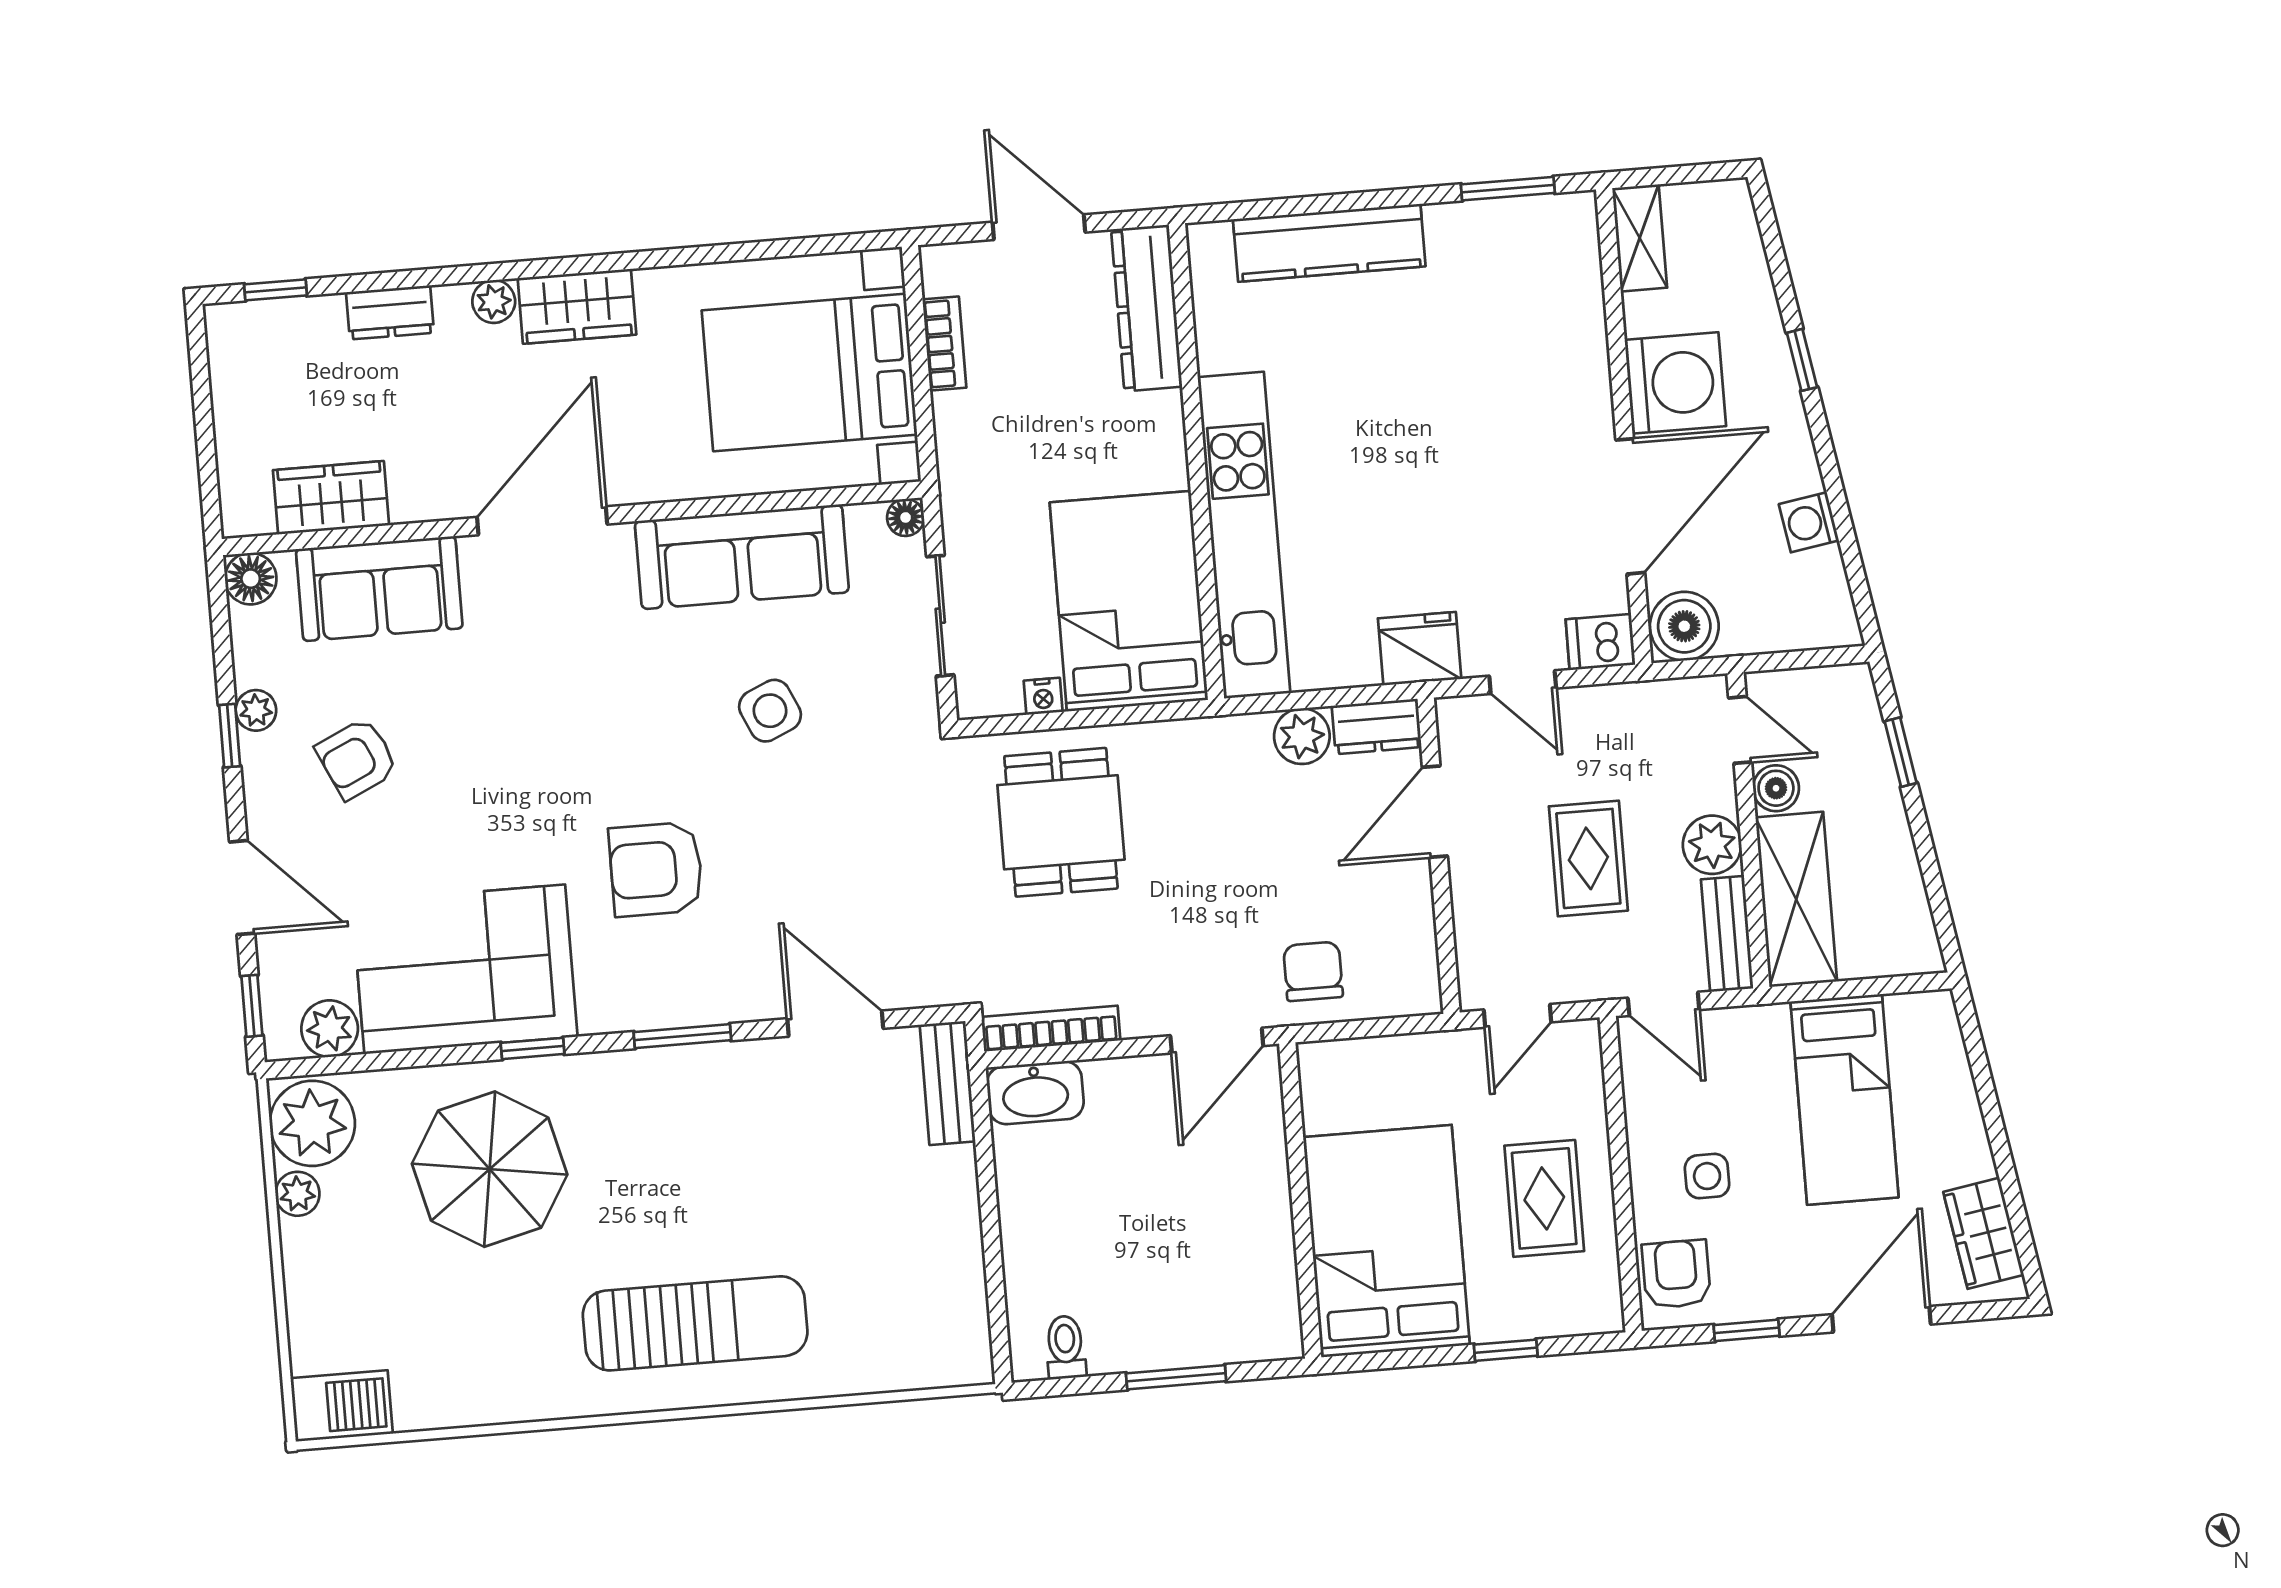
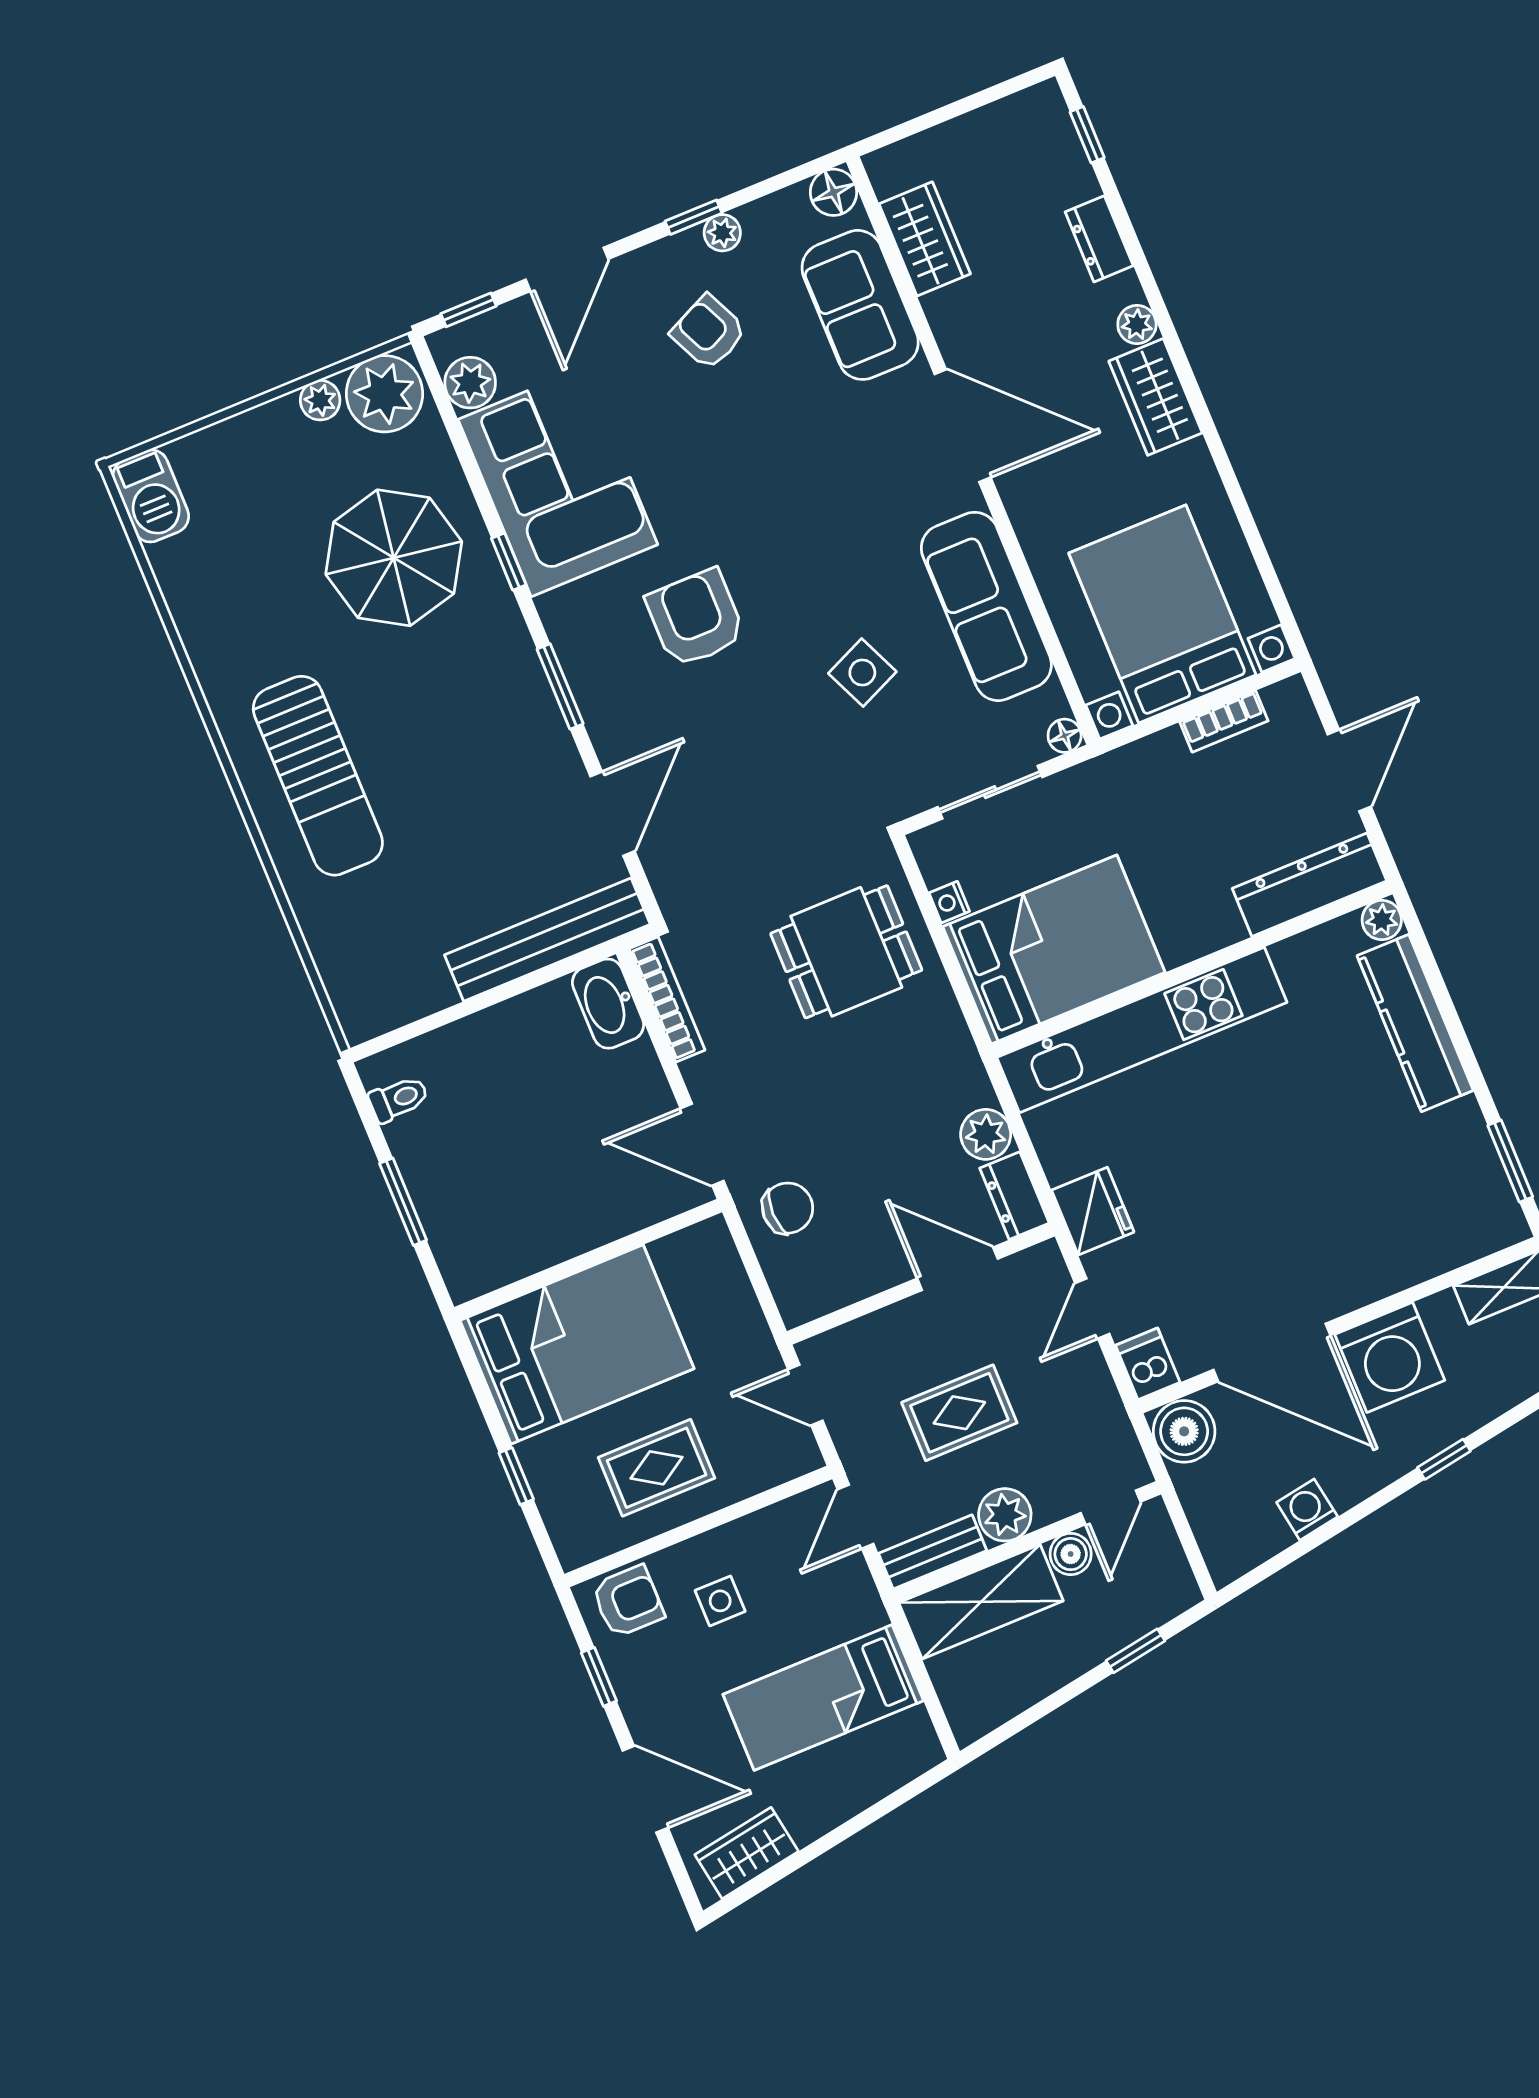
plant: (1209, 243) -> (1382, 920), added
bench: (947, 1083) -> (547, 940), width x1.86, depth x1.21

